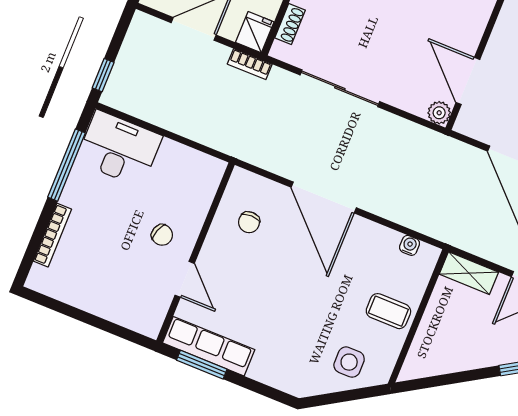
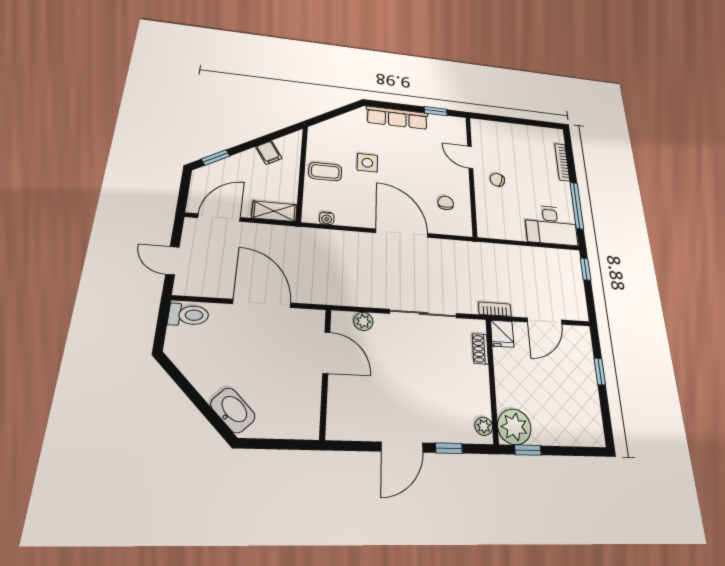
plant: (439, 113) -> (363, 321), moved
row of seats: (209, 346) -> (397, 118), moved
filing cabinet: (450, 358) -> (269, 153), added
side table: (349, 362) -> (367, 163), moved
window: (202, 365) -> (436, 111), width x0.67

